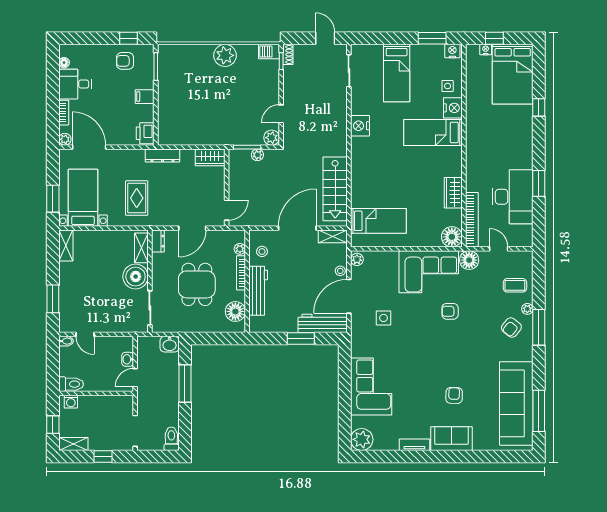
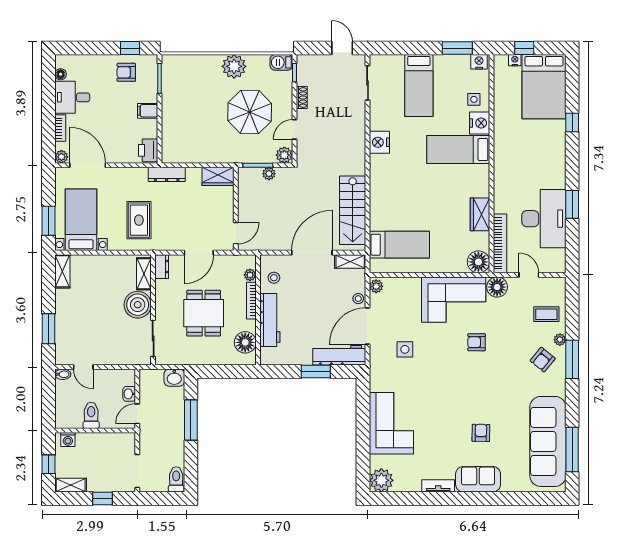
shoe rack: (288, 54) -> (302, 98), moved
parasol: (239, 98) -> (250, 112), added
toilet: (71, 384) -> (91, 415), moved, turned -90

